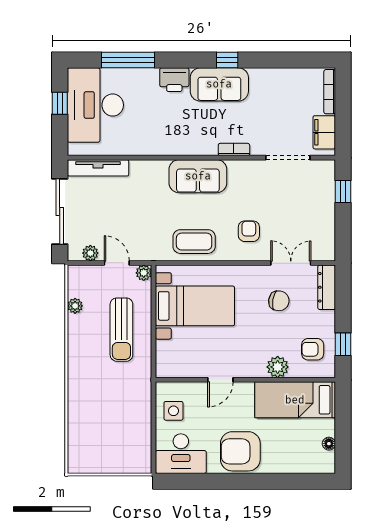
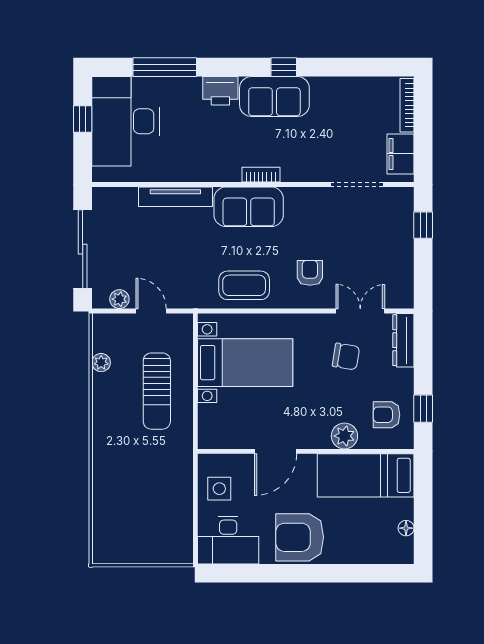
bookcase: (234, 149) -> (261, 175), moved
tv unit: (98, 168) -> (175, 197), moved
plant: (144, 273) -> (184, 323), removed
door: (220, 380) -> (276, 451), width x1.38

